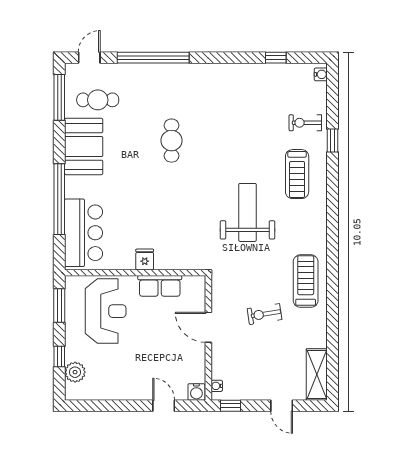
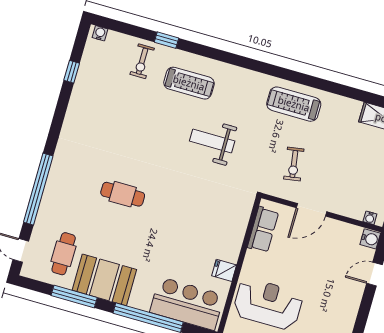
window: (59, 97) -> (74, 296), moved
weight bench: (247, 212) -> (212, 141), width x0.73, depth x0.75
fridge: (145, 260) -> (224, 270), moved
row of seats: (160, 286) -> (263, 230), moved
exercise bike: (264, 314) -> (294, 164), moved

